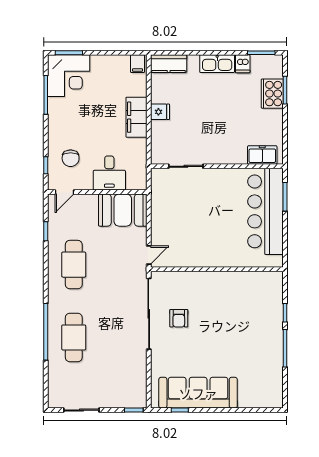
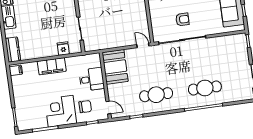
corner desk: (69, 76) -> (61, 111), moved, turned -90
fridge: (160, 112) -> (63, 49), moved

